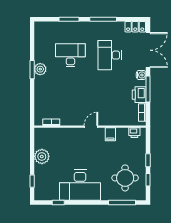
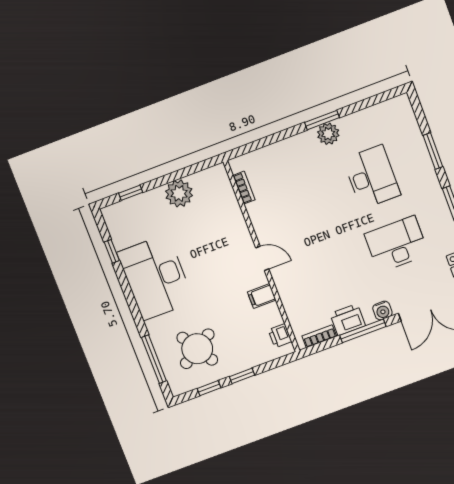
round table: (125, 178) -> (197, 349), turned -32

